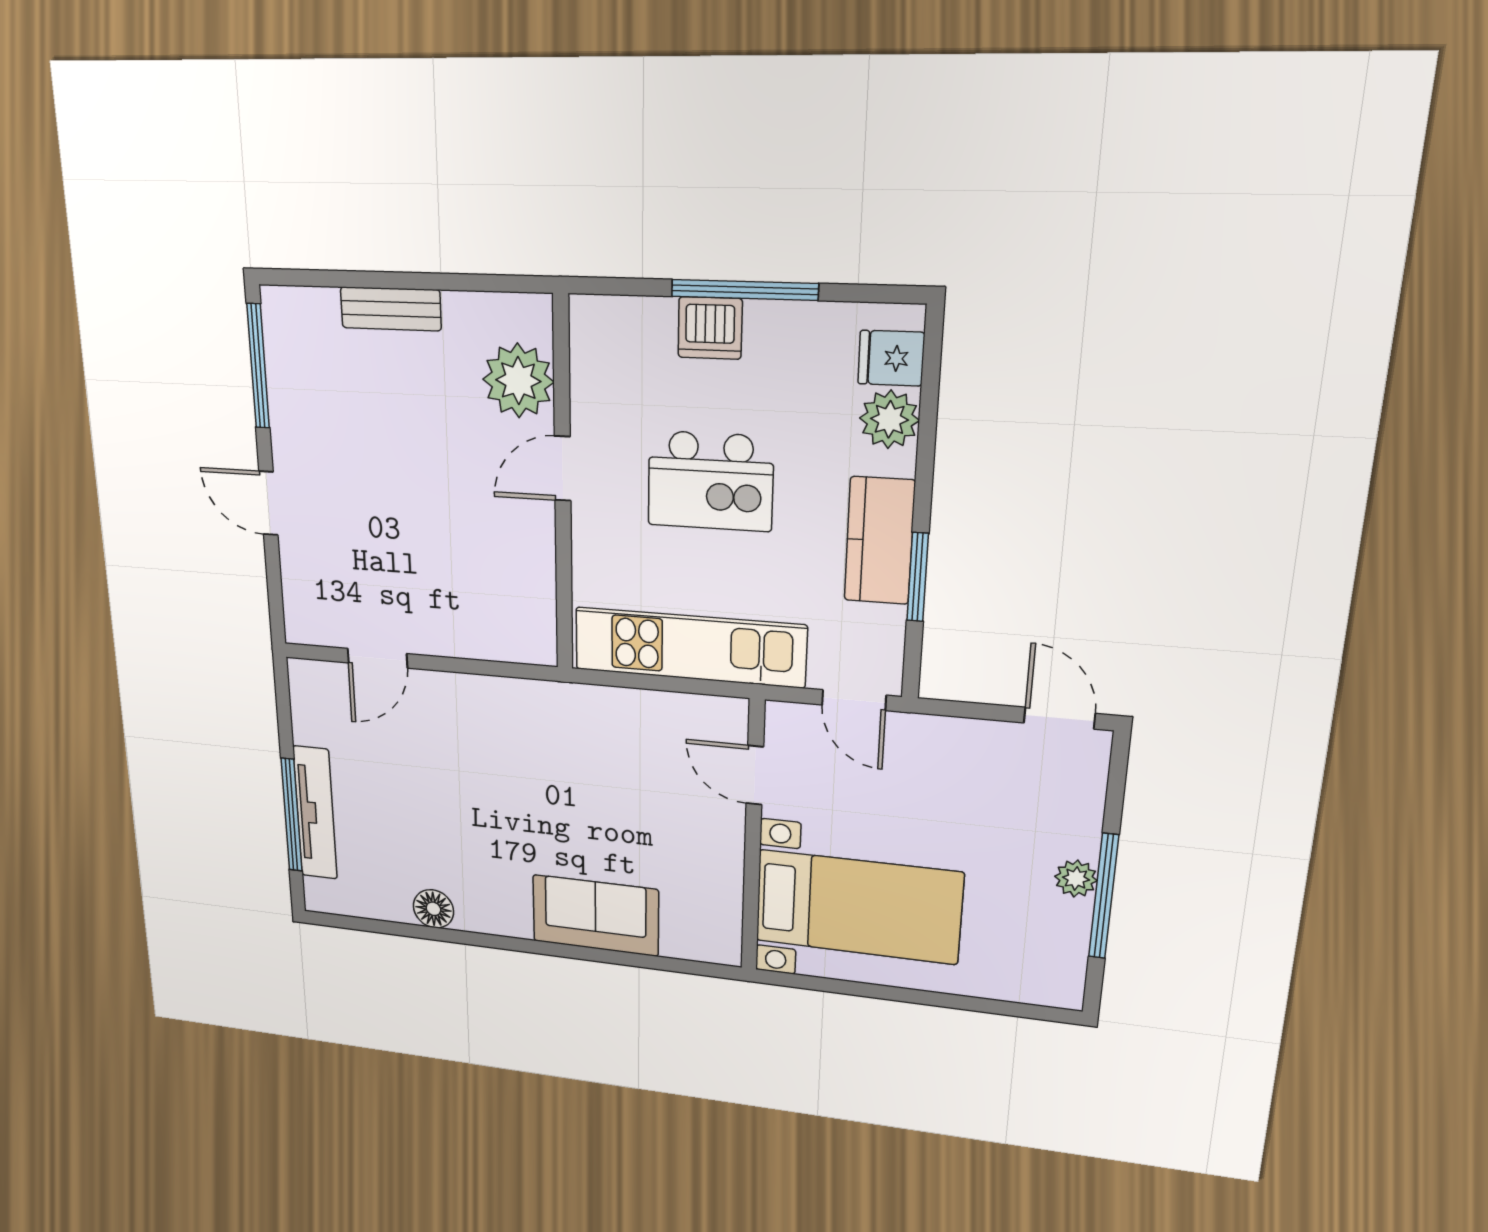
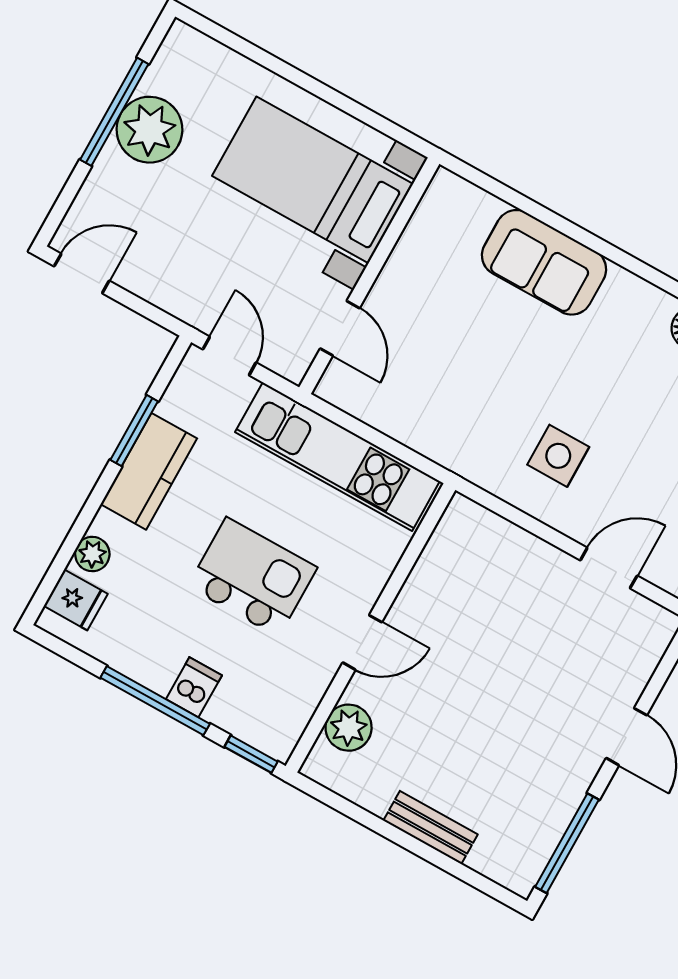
window: (611, 286) -> (251, 754), added
dishwasher: (710, 328) -> (194, 687), width x0.73
plant: (518, 381) -> (349, 728), width x0.73, depth x0.73
plant: (889, 419) -> (92, 554), width x0.73, depth x0.73
door: (1059, 718) -> (82, 273), swing flipped
side table: (482, 743) -> (558, 456), added
plant: (1076, 879) -> (149, 130), width x1.87, depth x1.87

